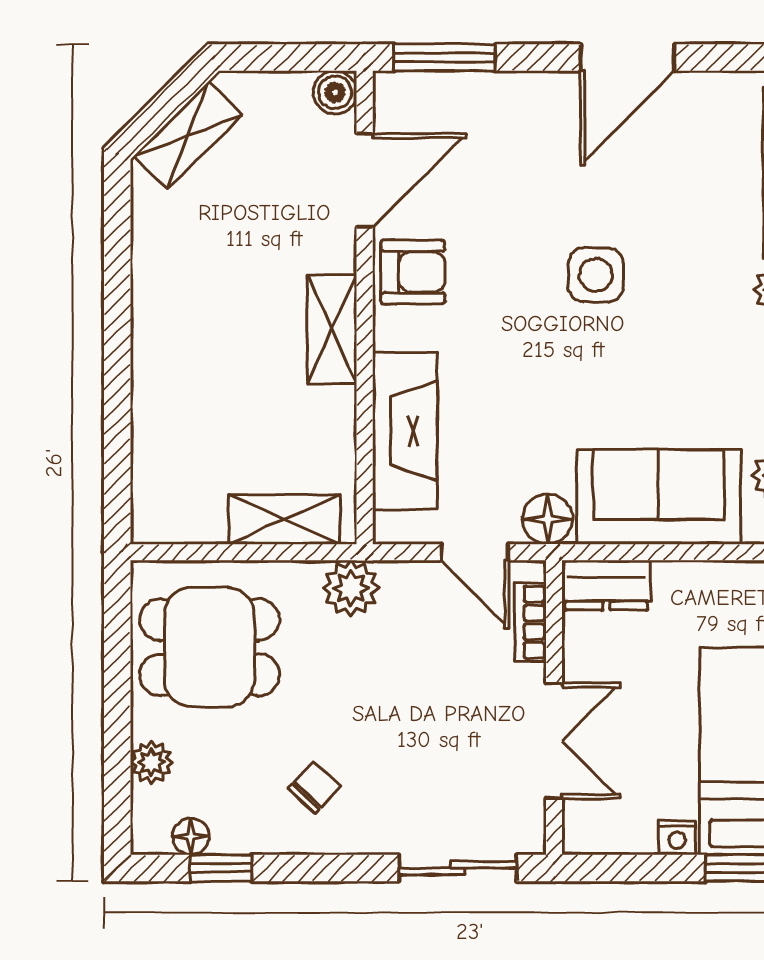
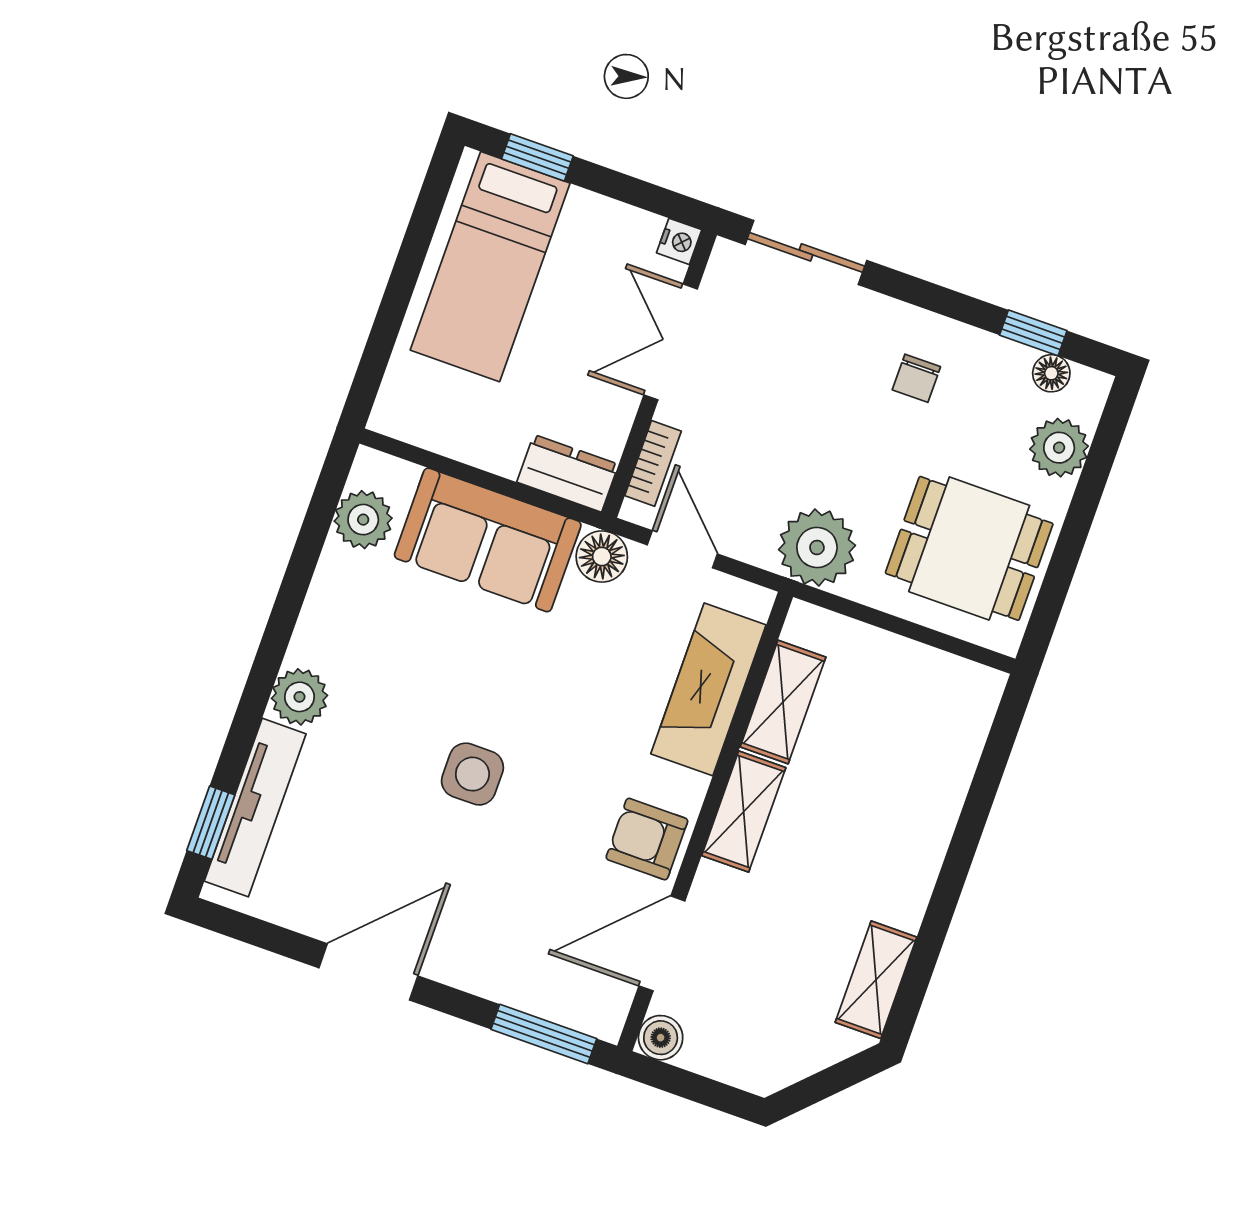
shelving: (188, 135) -> (876, 980), moved, turned -45
shelving: (284, 519) -> (783, 702), moved, turned 90
plant: (351, 588) -> (817, 547), width x1.36, depth x1.36
plant: (151, 762) -> (1059, 448), width x1.38, depth x1.38
chair: (314, 788) -> (916, 378), turned -43
nightstand: (677, 838) -> (679, 241), moved, turned 90

